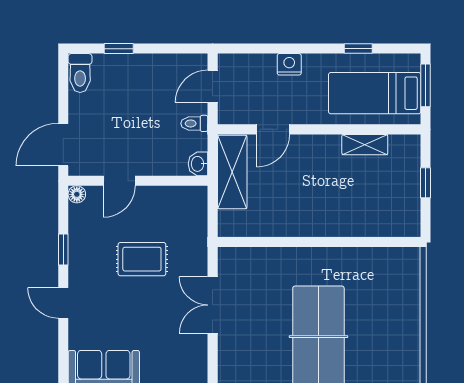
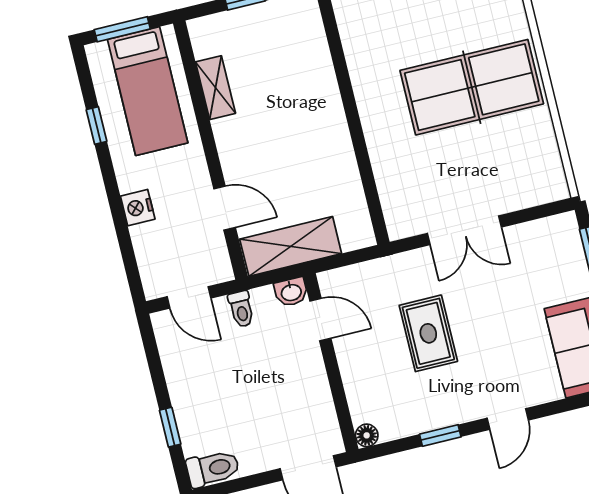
door: (119, 181) -> (320, 320), moved

